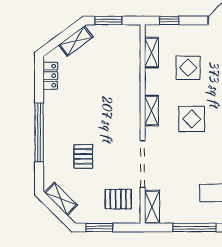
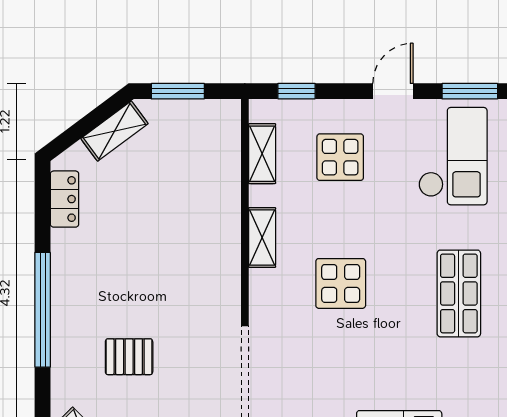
display table: (188, 68) -> (340, 157), moved
shelving: (151, 111) -> (262, 237), moved
pallet: (83, 156) -> (129, 357), turned 90

